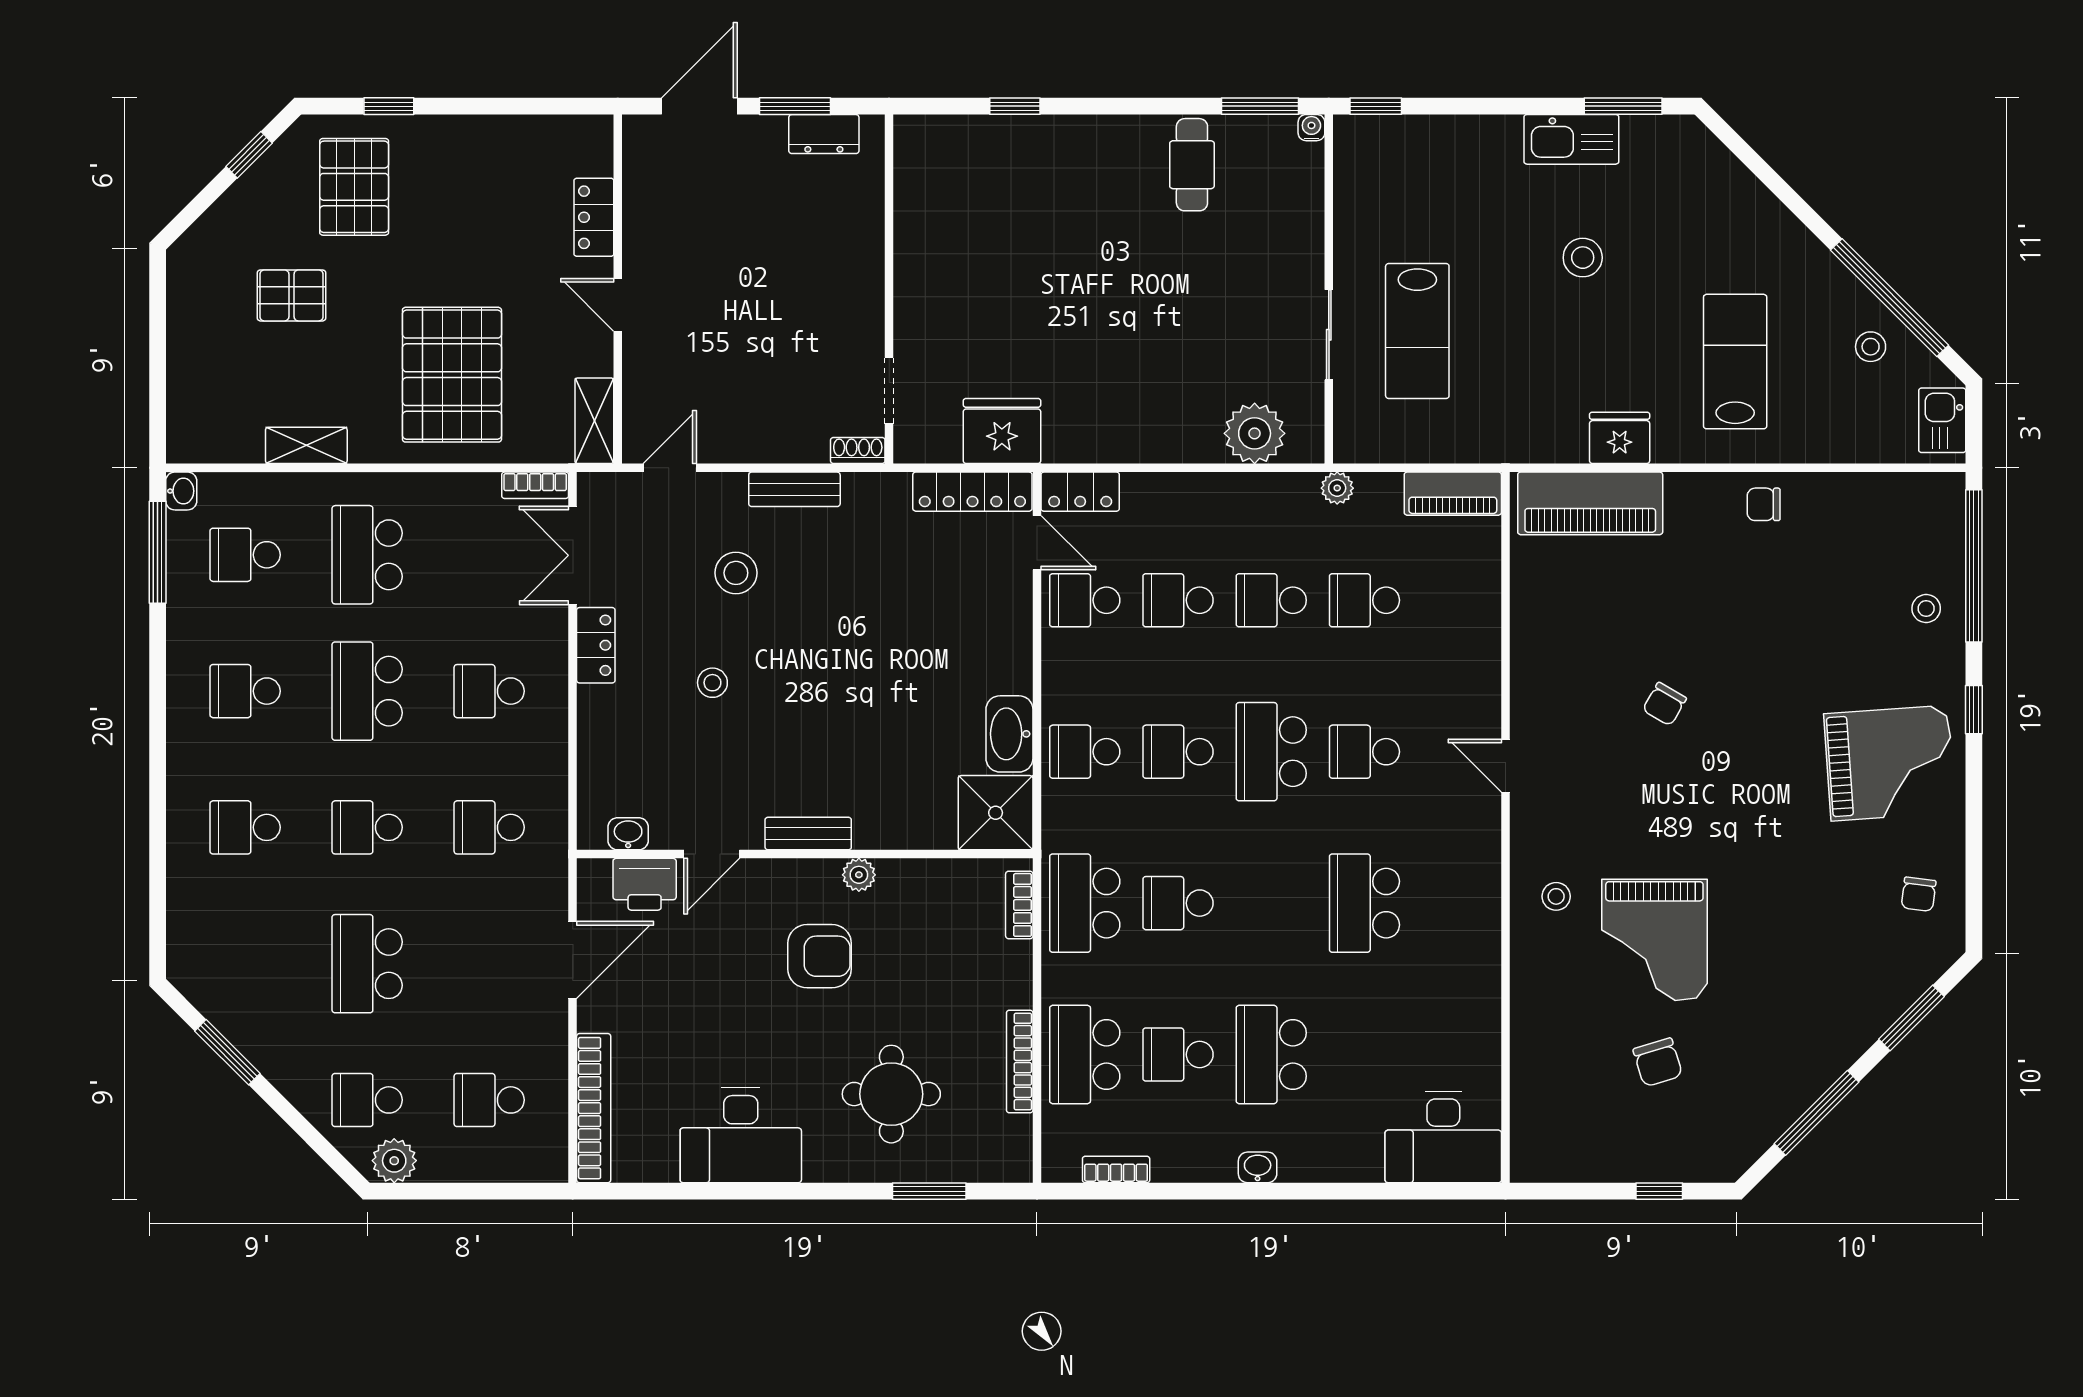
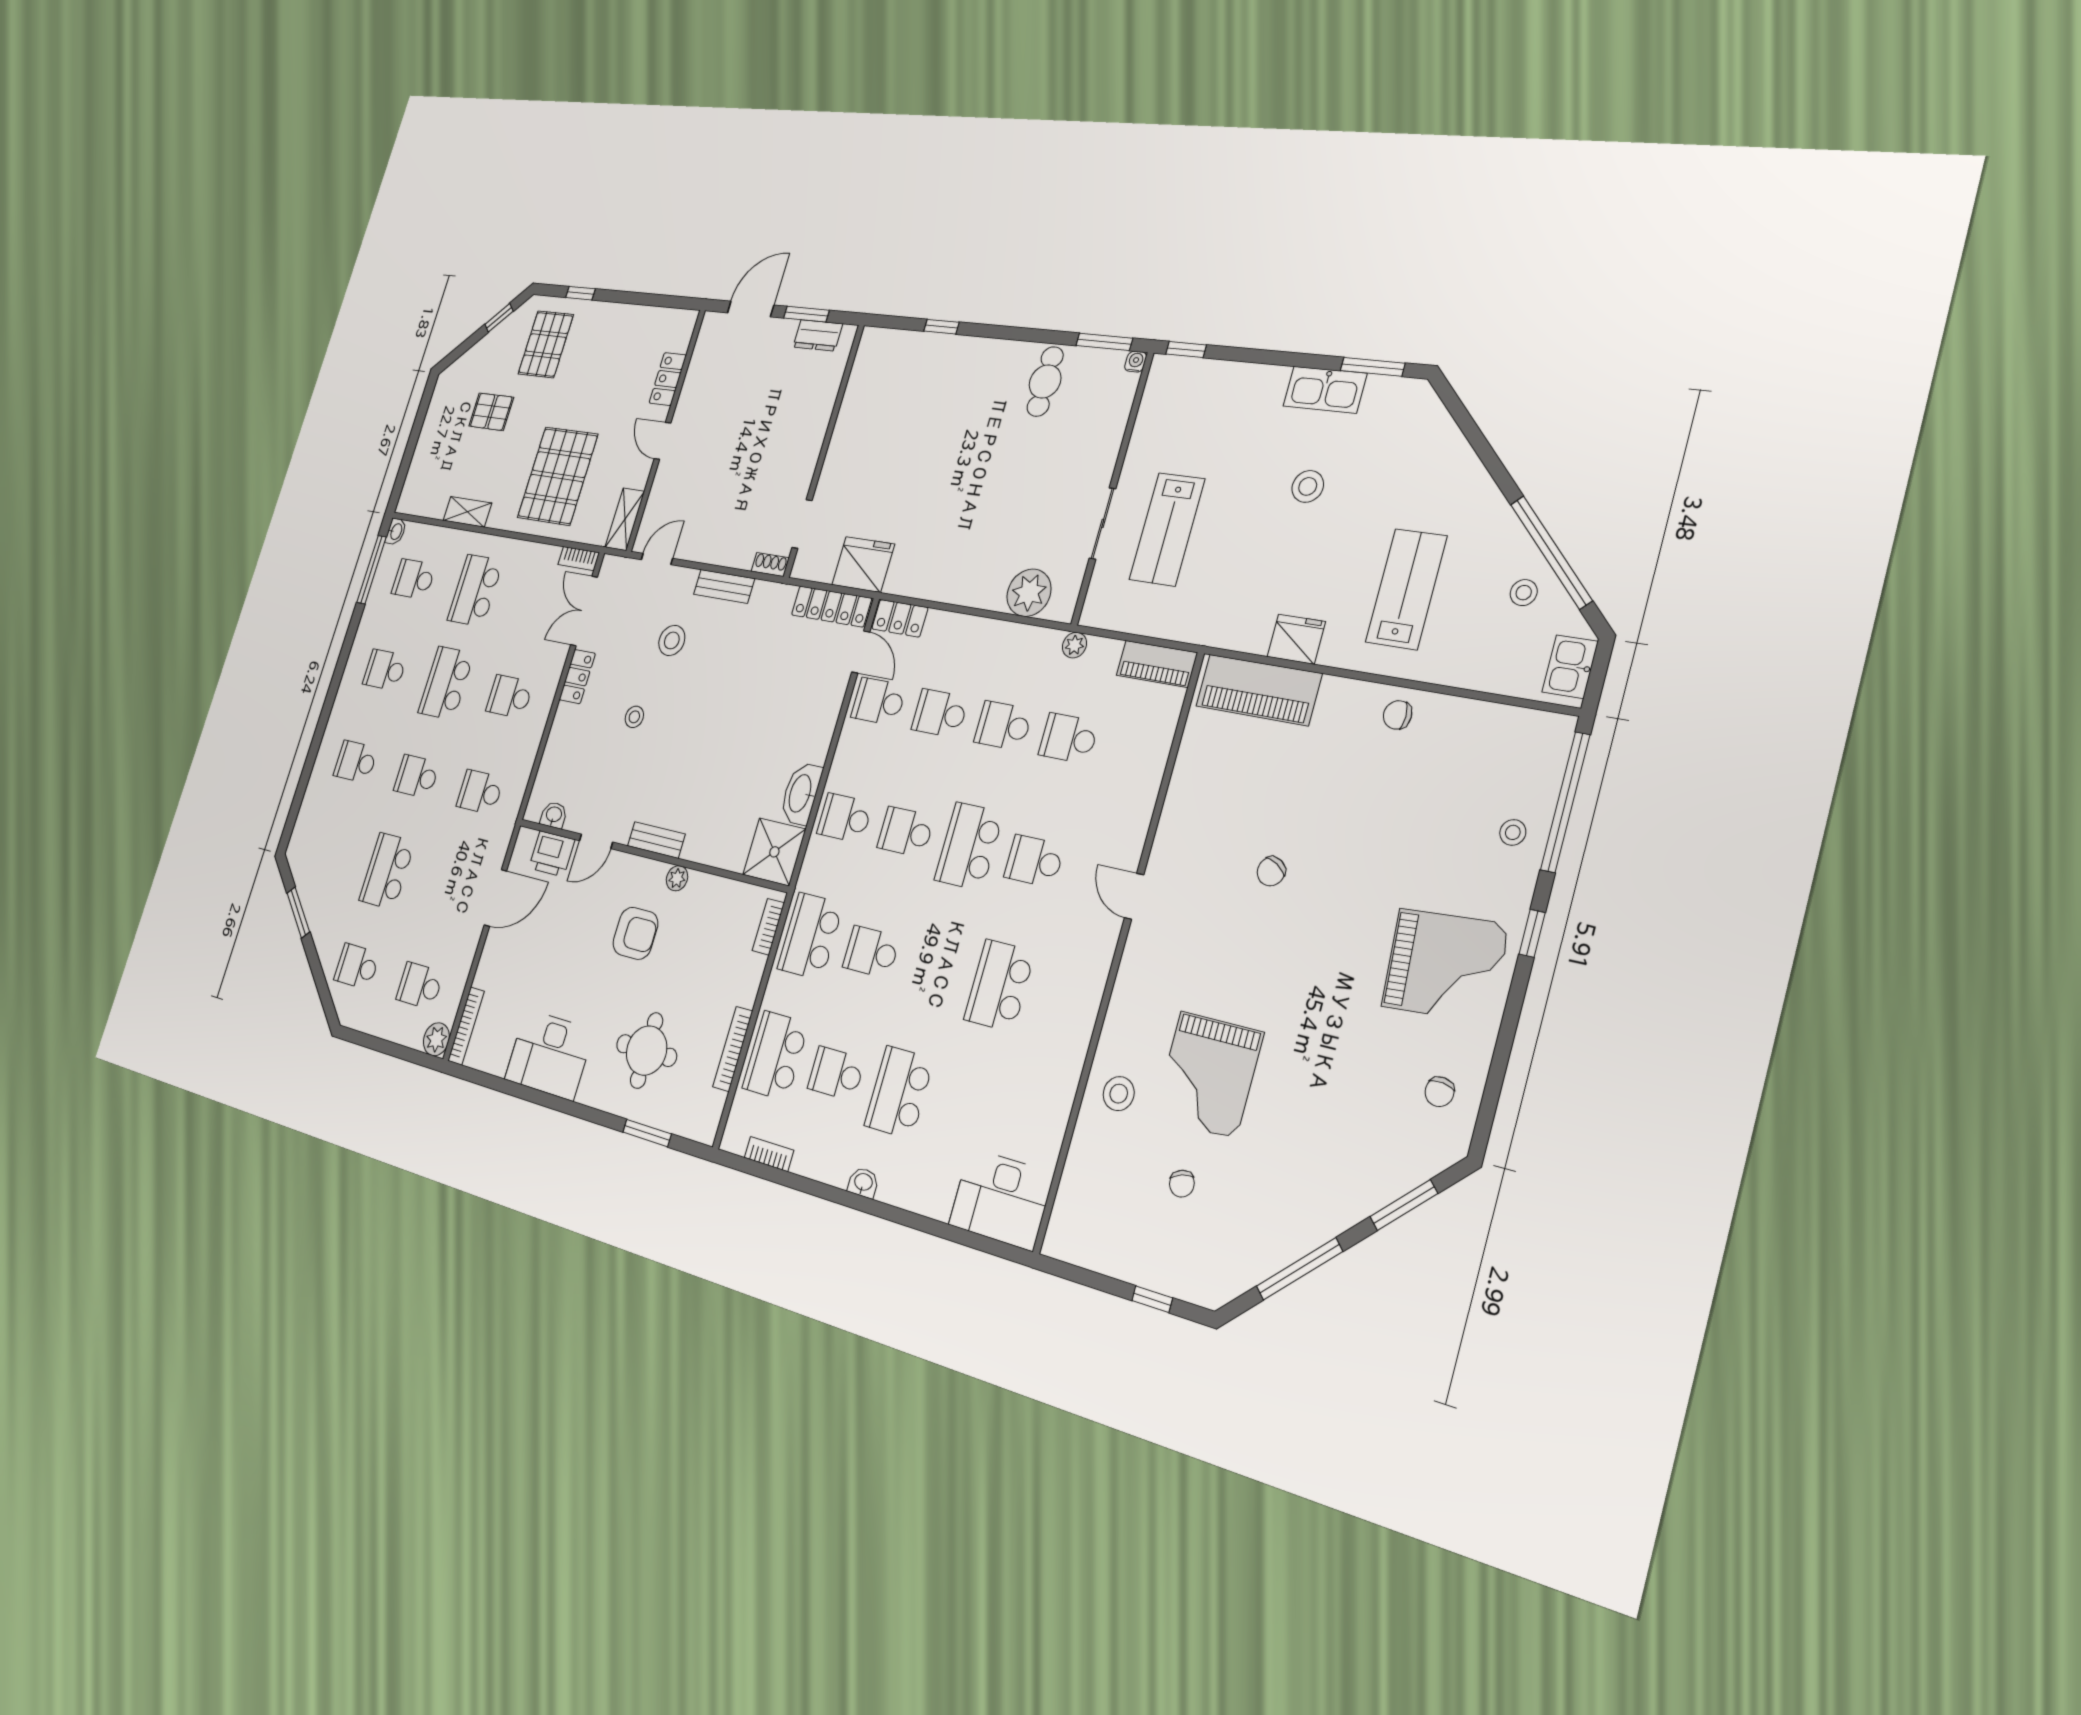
stool: (1556, 896) -> (1119, 1094), moved, width x1.37, depth x1.37
chair: (1658, 1062) -> (1182, 1184), width x0.73, depth x0.73
bookcase: (594, 1108) -> (466, 1026), width x0.68, depth x0.76
plant: (394, 1161) -> (436, 1039), moved

